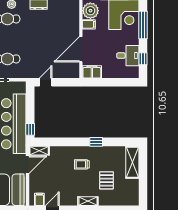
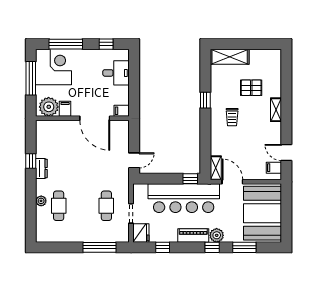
desk: (128, 56) -> (116, 73), moved, turned 90
filing cabinet: (92, 72) -> (122, 111), width x0.50
door: (46, 82) -> (134, 160), swing flipped

